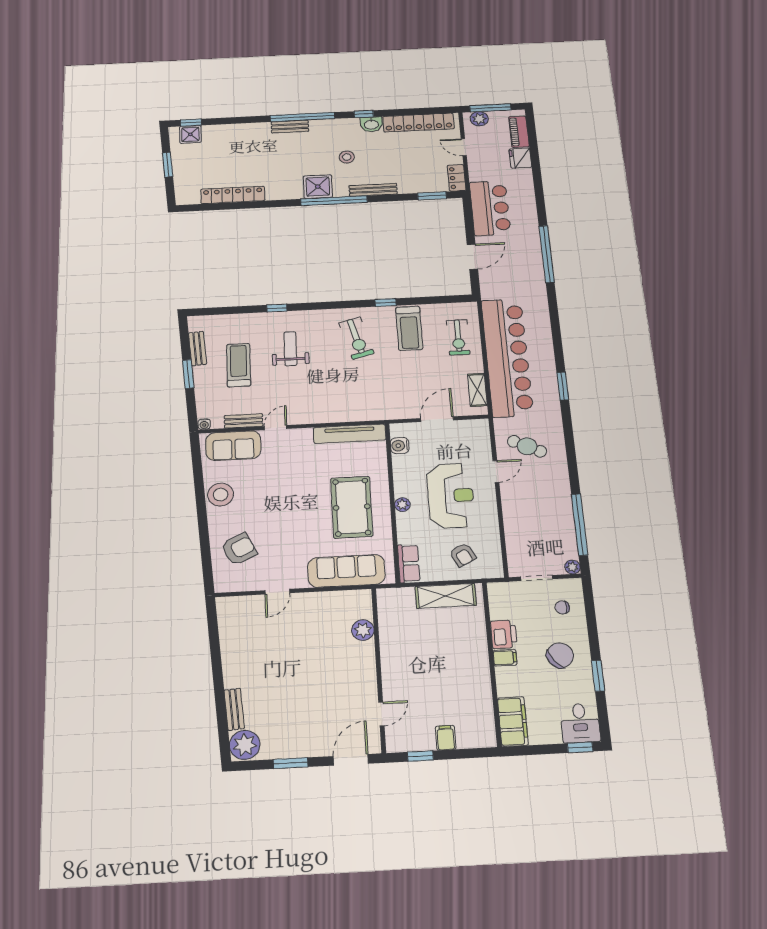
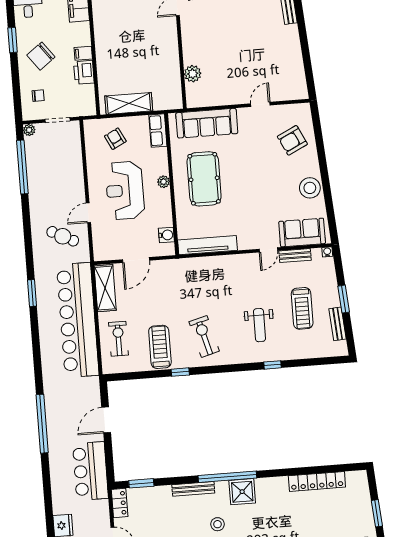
shelving: (477, 390) -> (105, 288), width x1.50, depth x1.33

